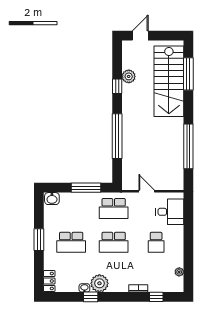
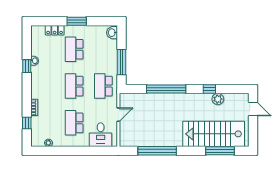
school desk: (156, 242) -> (74, 123), width x1.85
locker: (49, 281) -> (55, 30), moved
plant: (99, 283) -> (39, 74), removed

